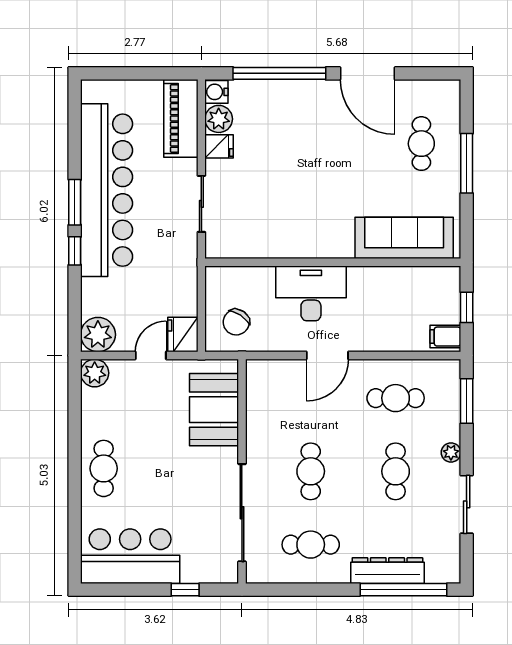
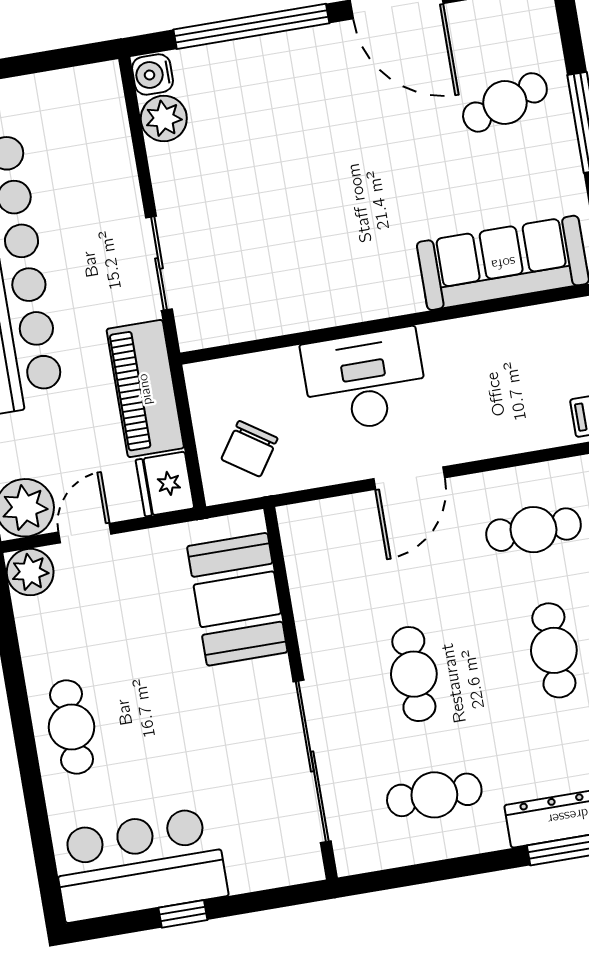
piano: (181, 118) -> (145, 389), moved
cafe table: (421, 144) -> (505, 102), turned 72
fridge: (219, 146) -> (172, 164), removed
door: (151, 355) -> (85, 533), moved
window: (185, 590) -> (183, 914), moved

